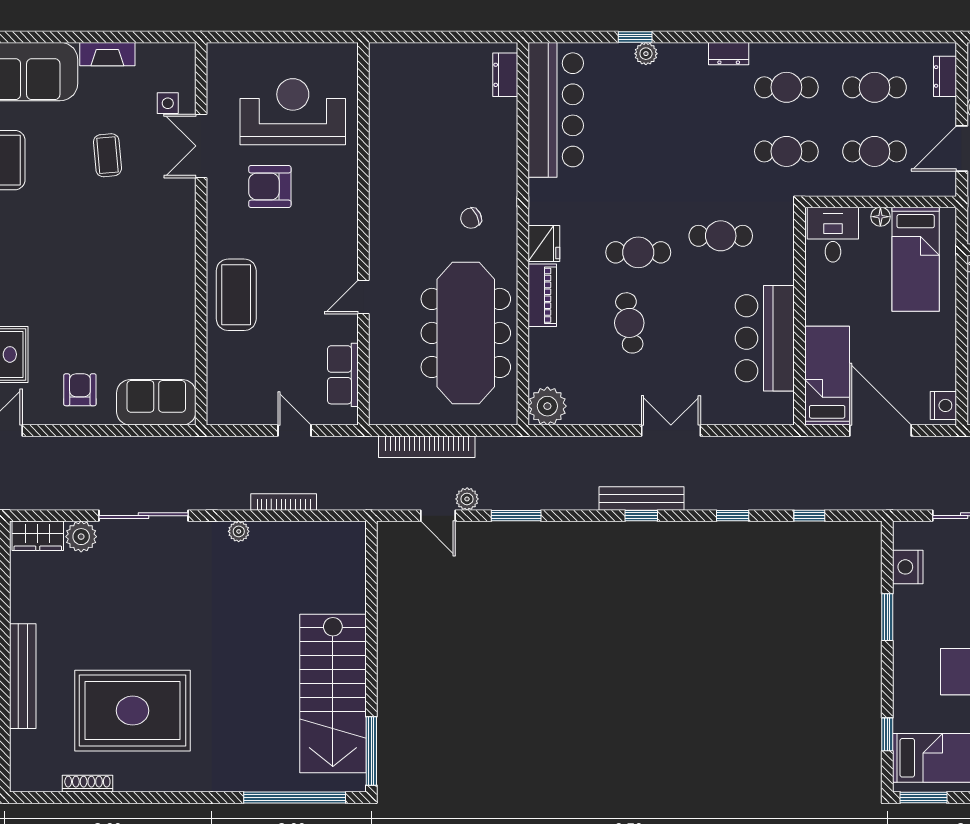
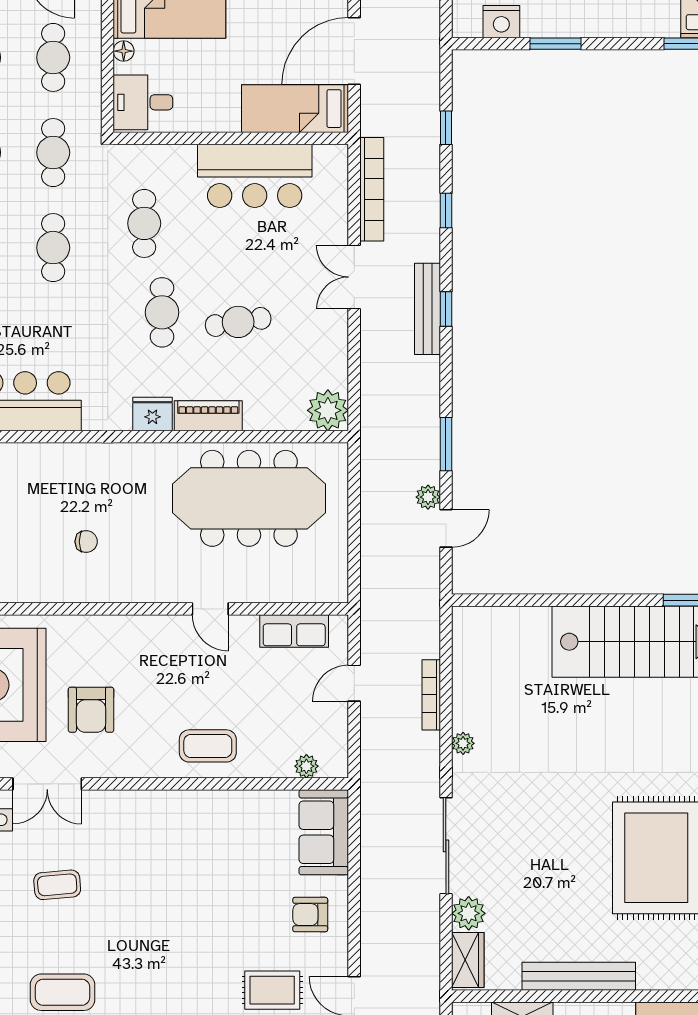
cafe table: (698, 151) -> (53, 248), added
chair: (471, 218) -> (86, 542), moved, turned -64
coffee table: (236, 295) -> (208, 746), width x0.73, depth x0.76
plant: (217, 386) -> (306, 766), added
bookcase: (427, 447) -> (372, 189), moved
bench: (23, 676) -> (579, 976), moved

